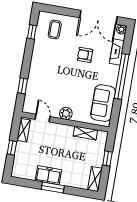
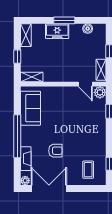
plant: (66, 113) -> (100, 92), moved
shelving: (85, 133) -> (32, 77), moved
boiler: (30, 175) -> (88, 29), added
freezer: (48, 175) -> (57, 31), moved

